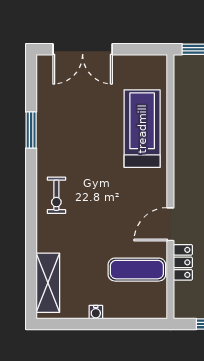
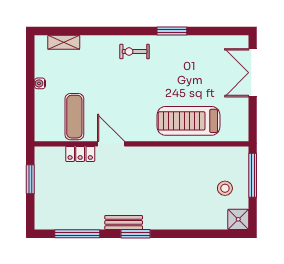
treadmill: (142, 129) -> (188, 121), turned 180
window: (31, 130) -> (172, 31), moved
shelving: (48, 283) -> (64, 42), width x0.67, depth x0.75

